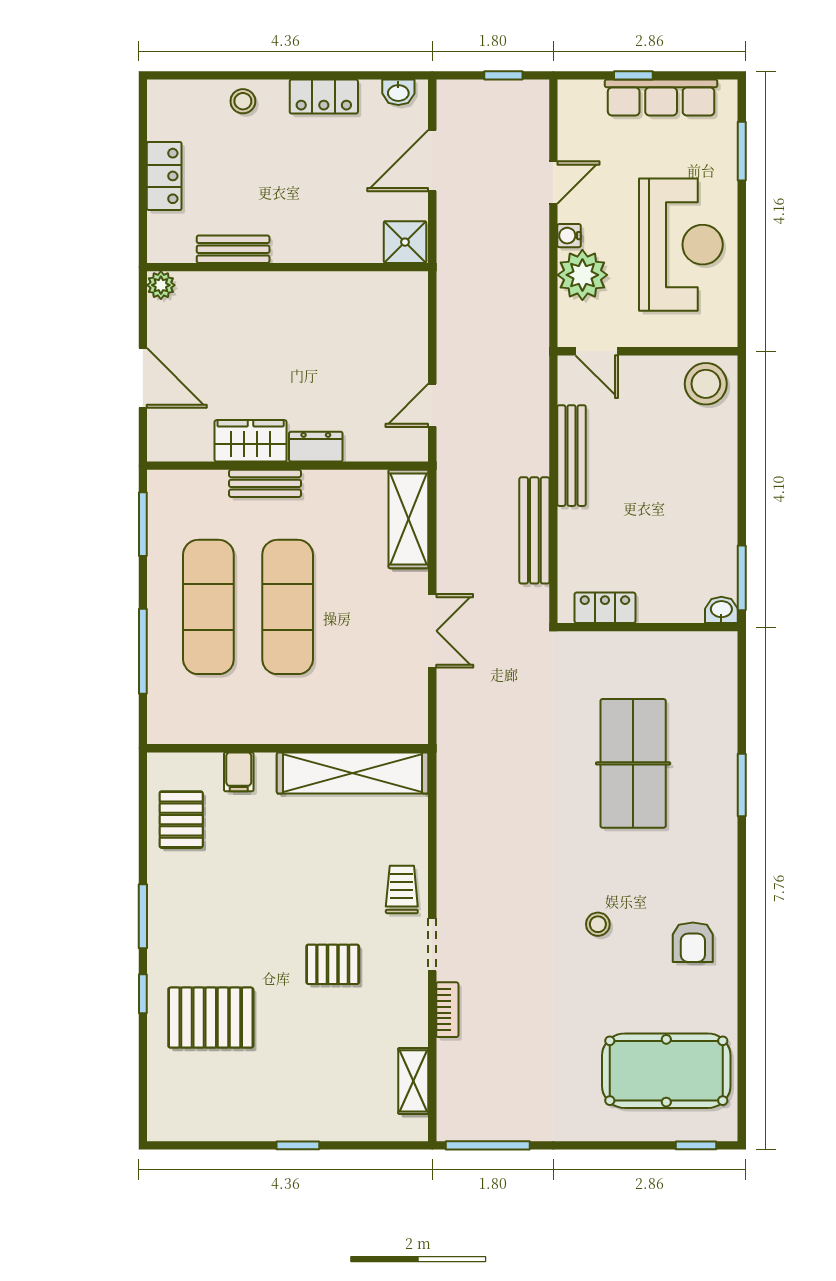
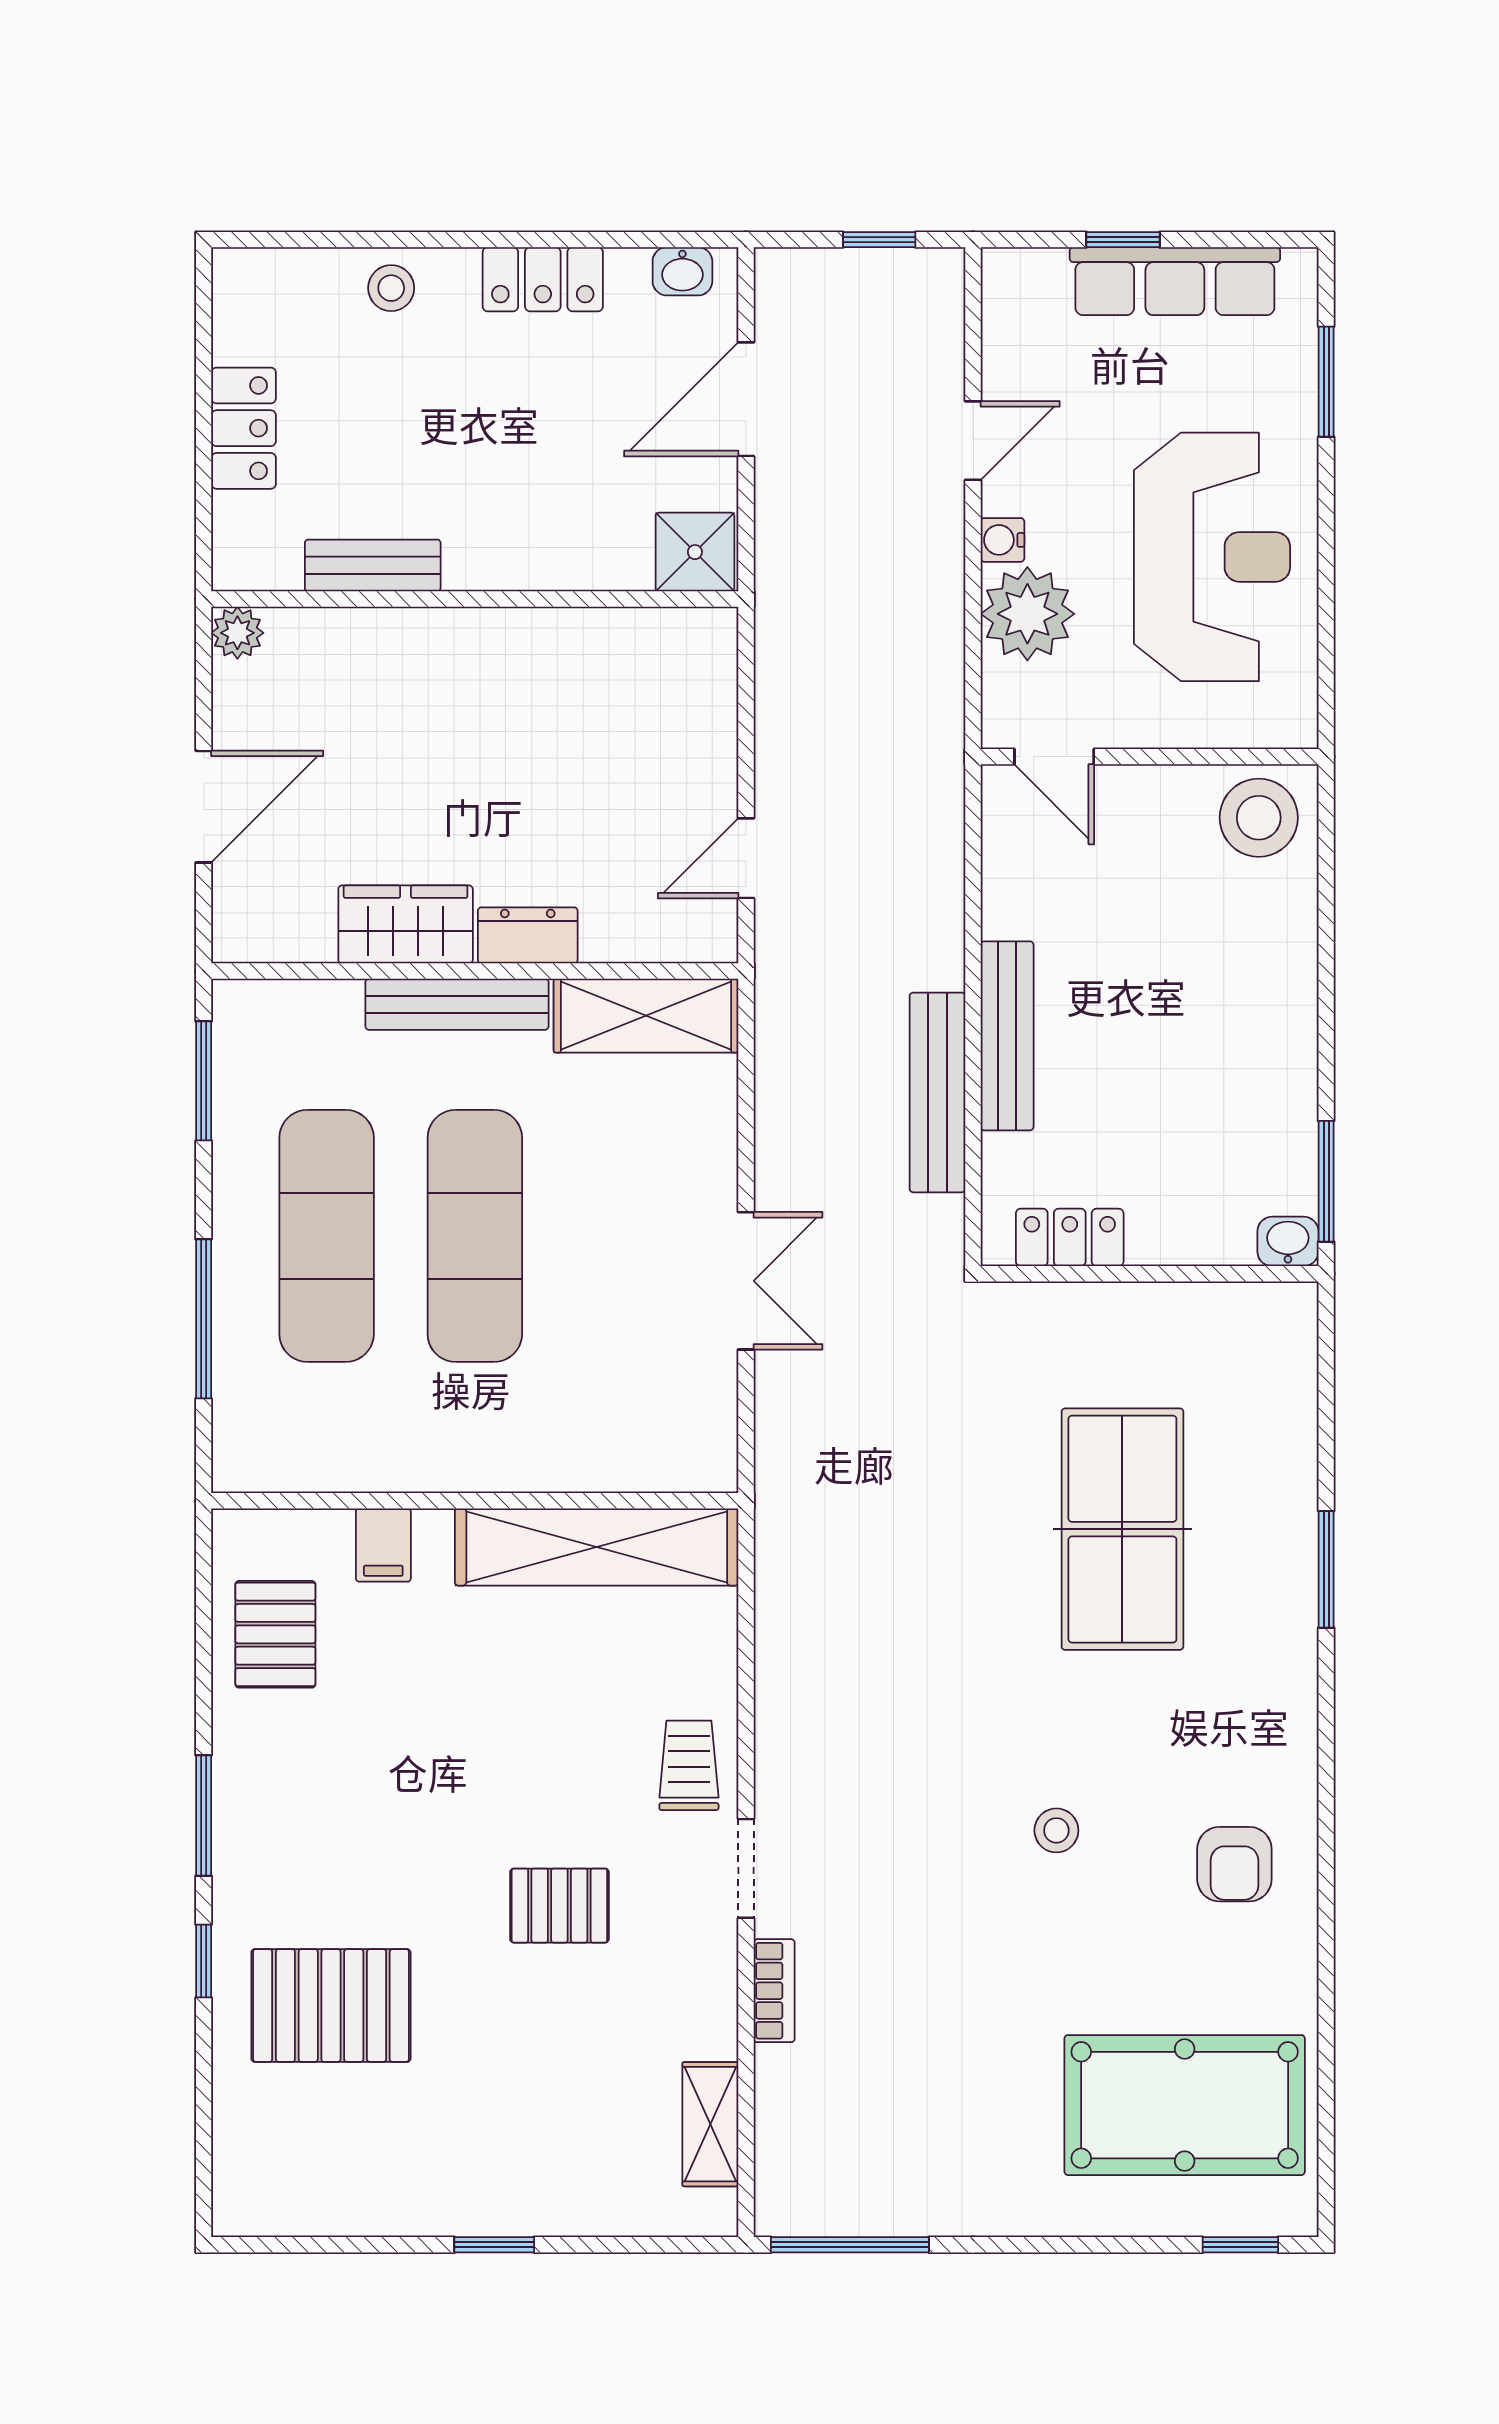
door: (143, 378) -> (204, 807), hinge flipped
bench: (572, 456) -> (1007, 1036), moved
bench: (265, 483) -> (457, 1004), width x1.36
shelving: (408, 519) -> (646, 1016), moved, turned 90

